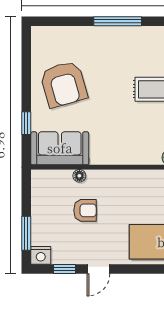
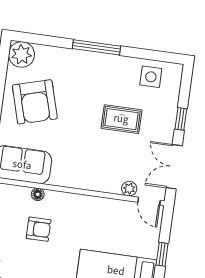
plant: (44, 39) -> (21, 55), added

